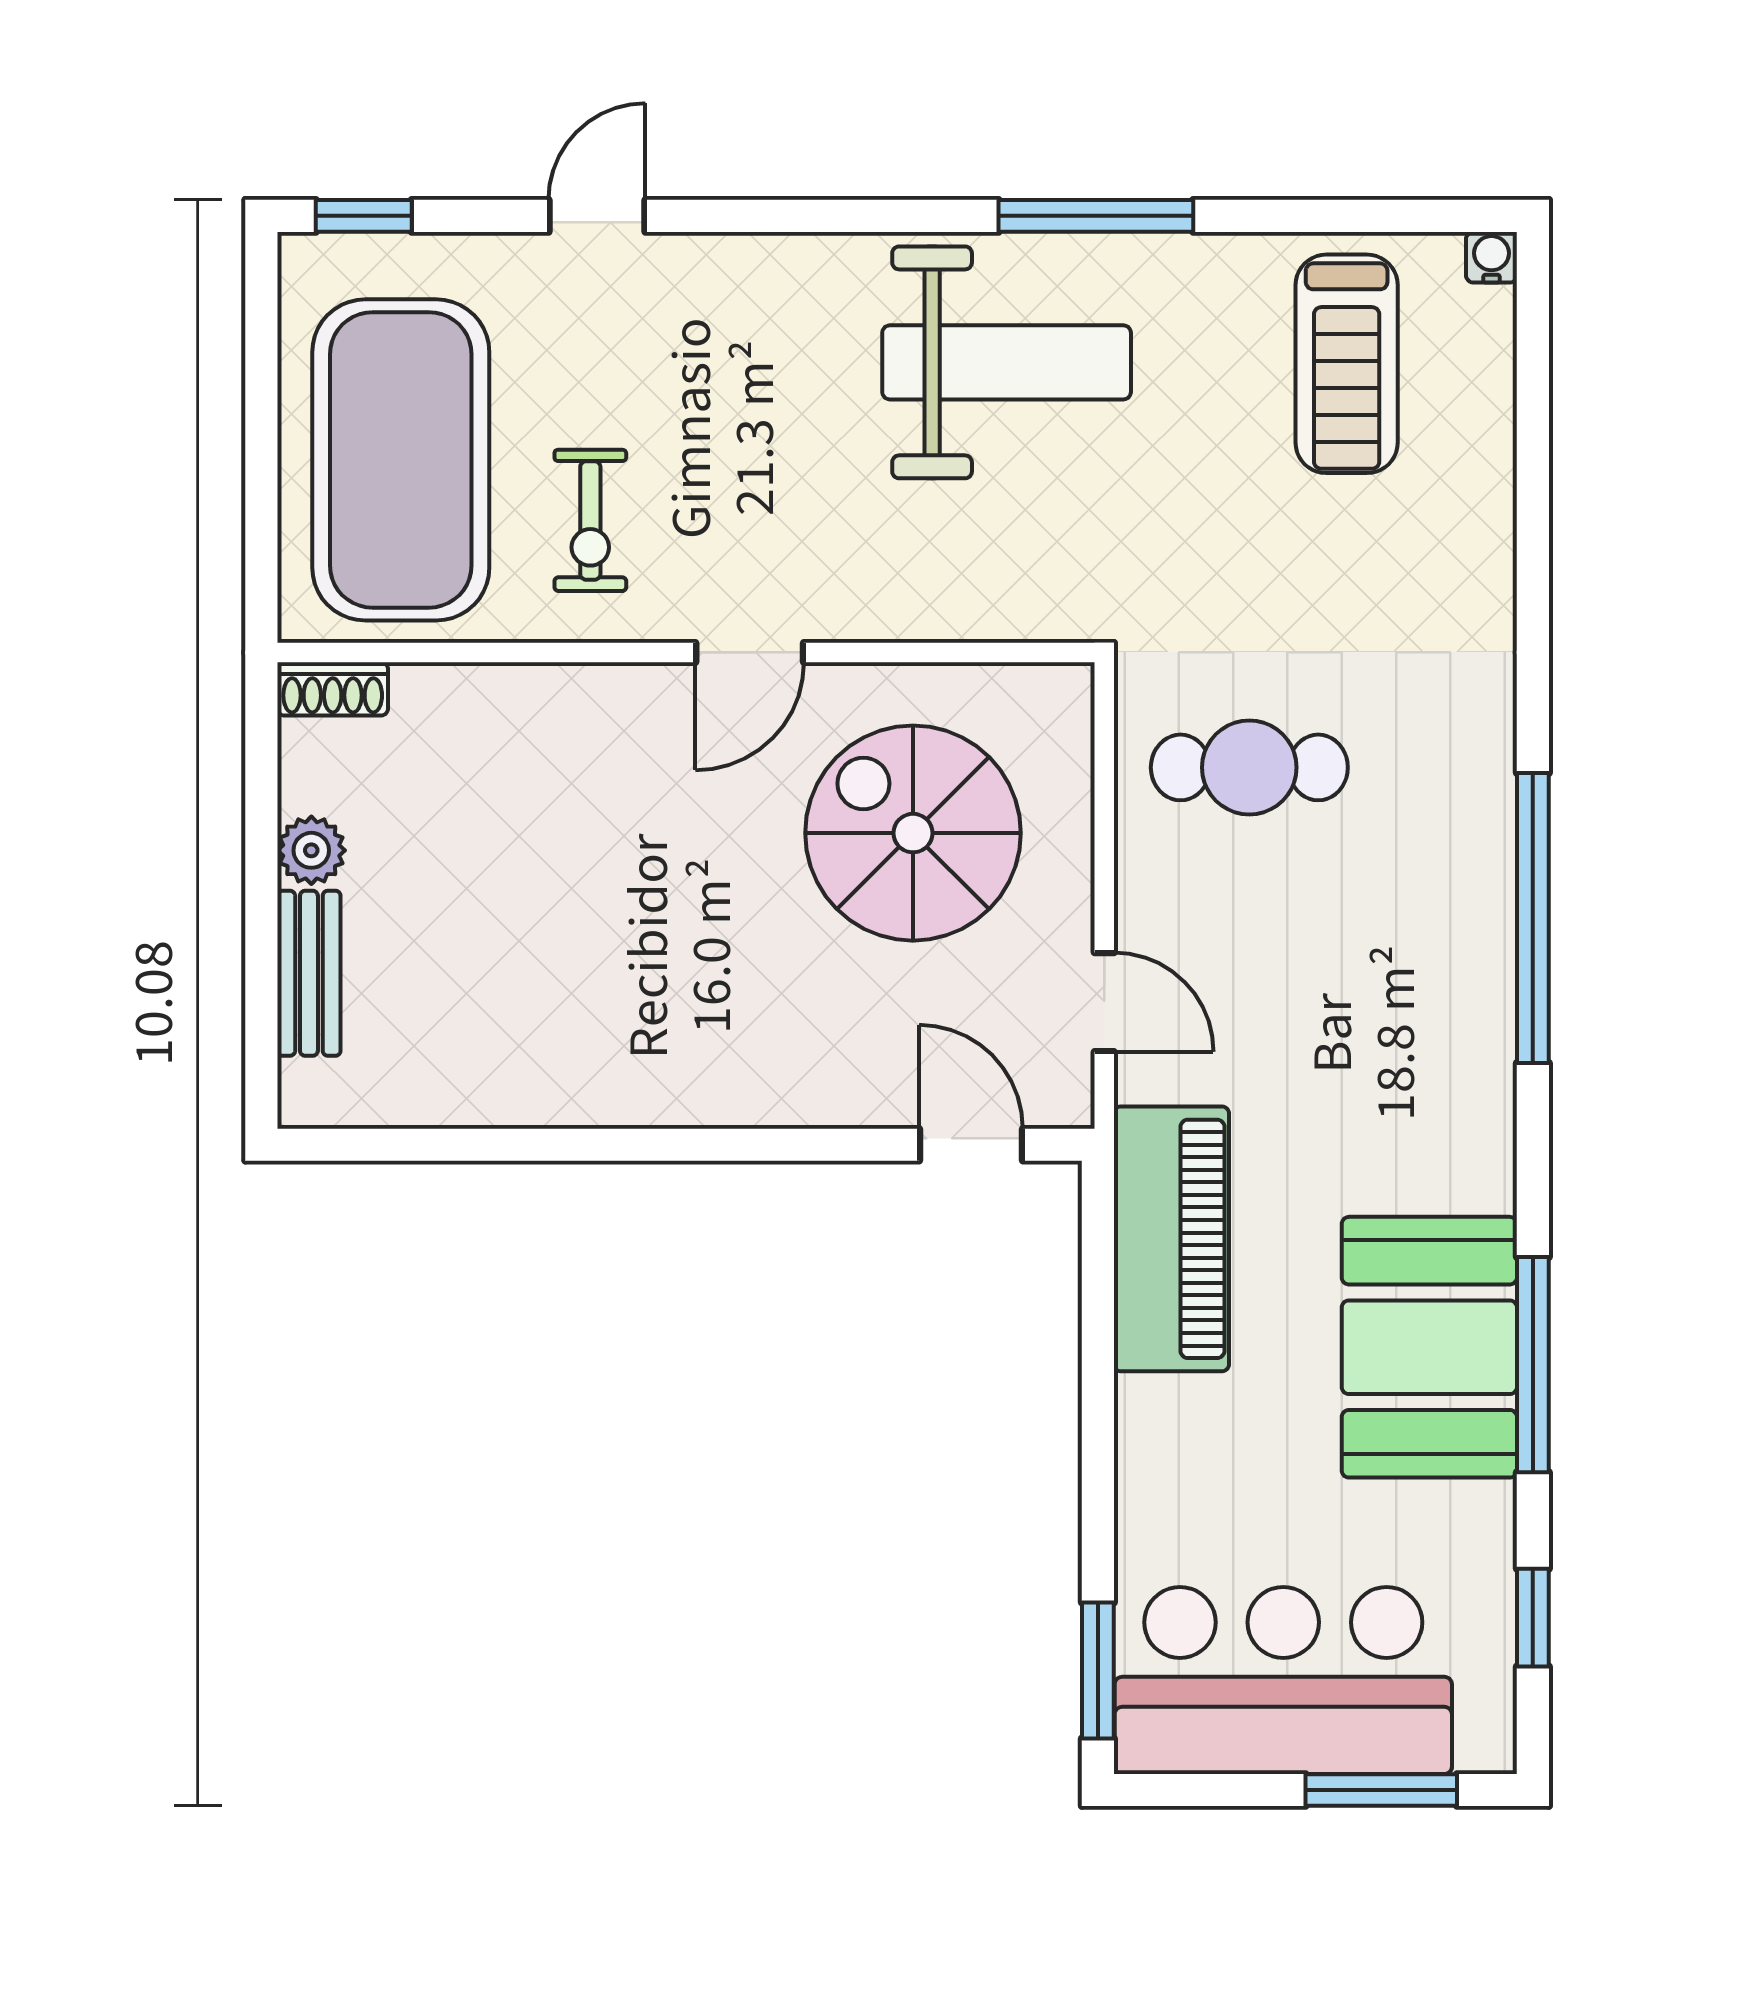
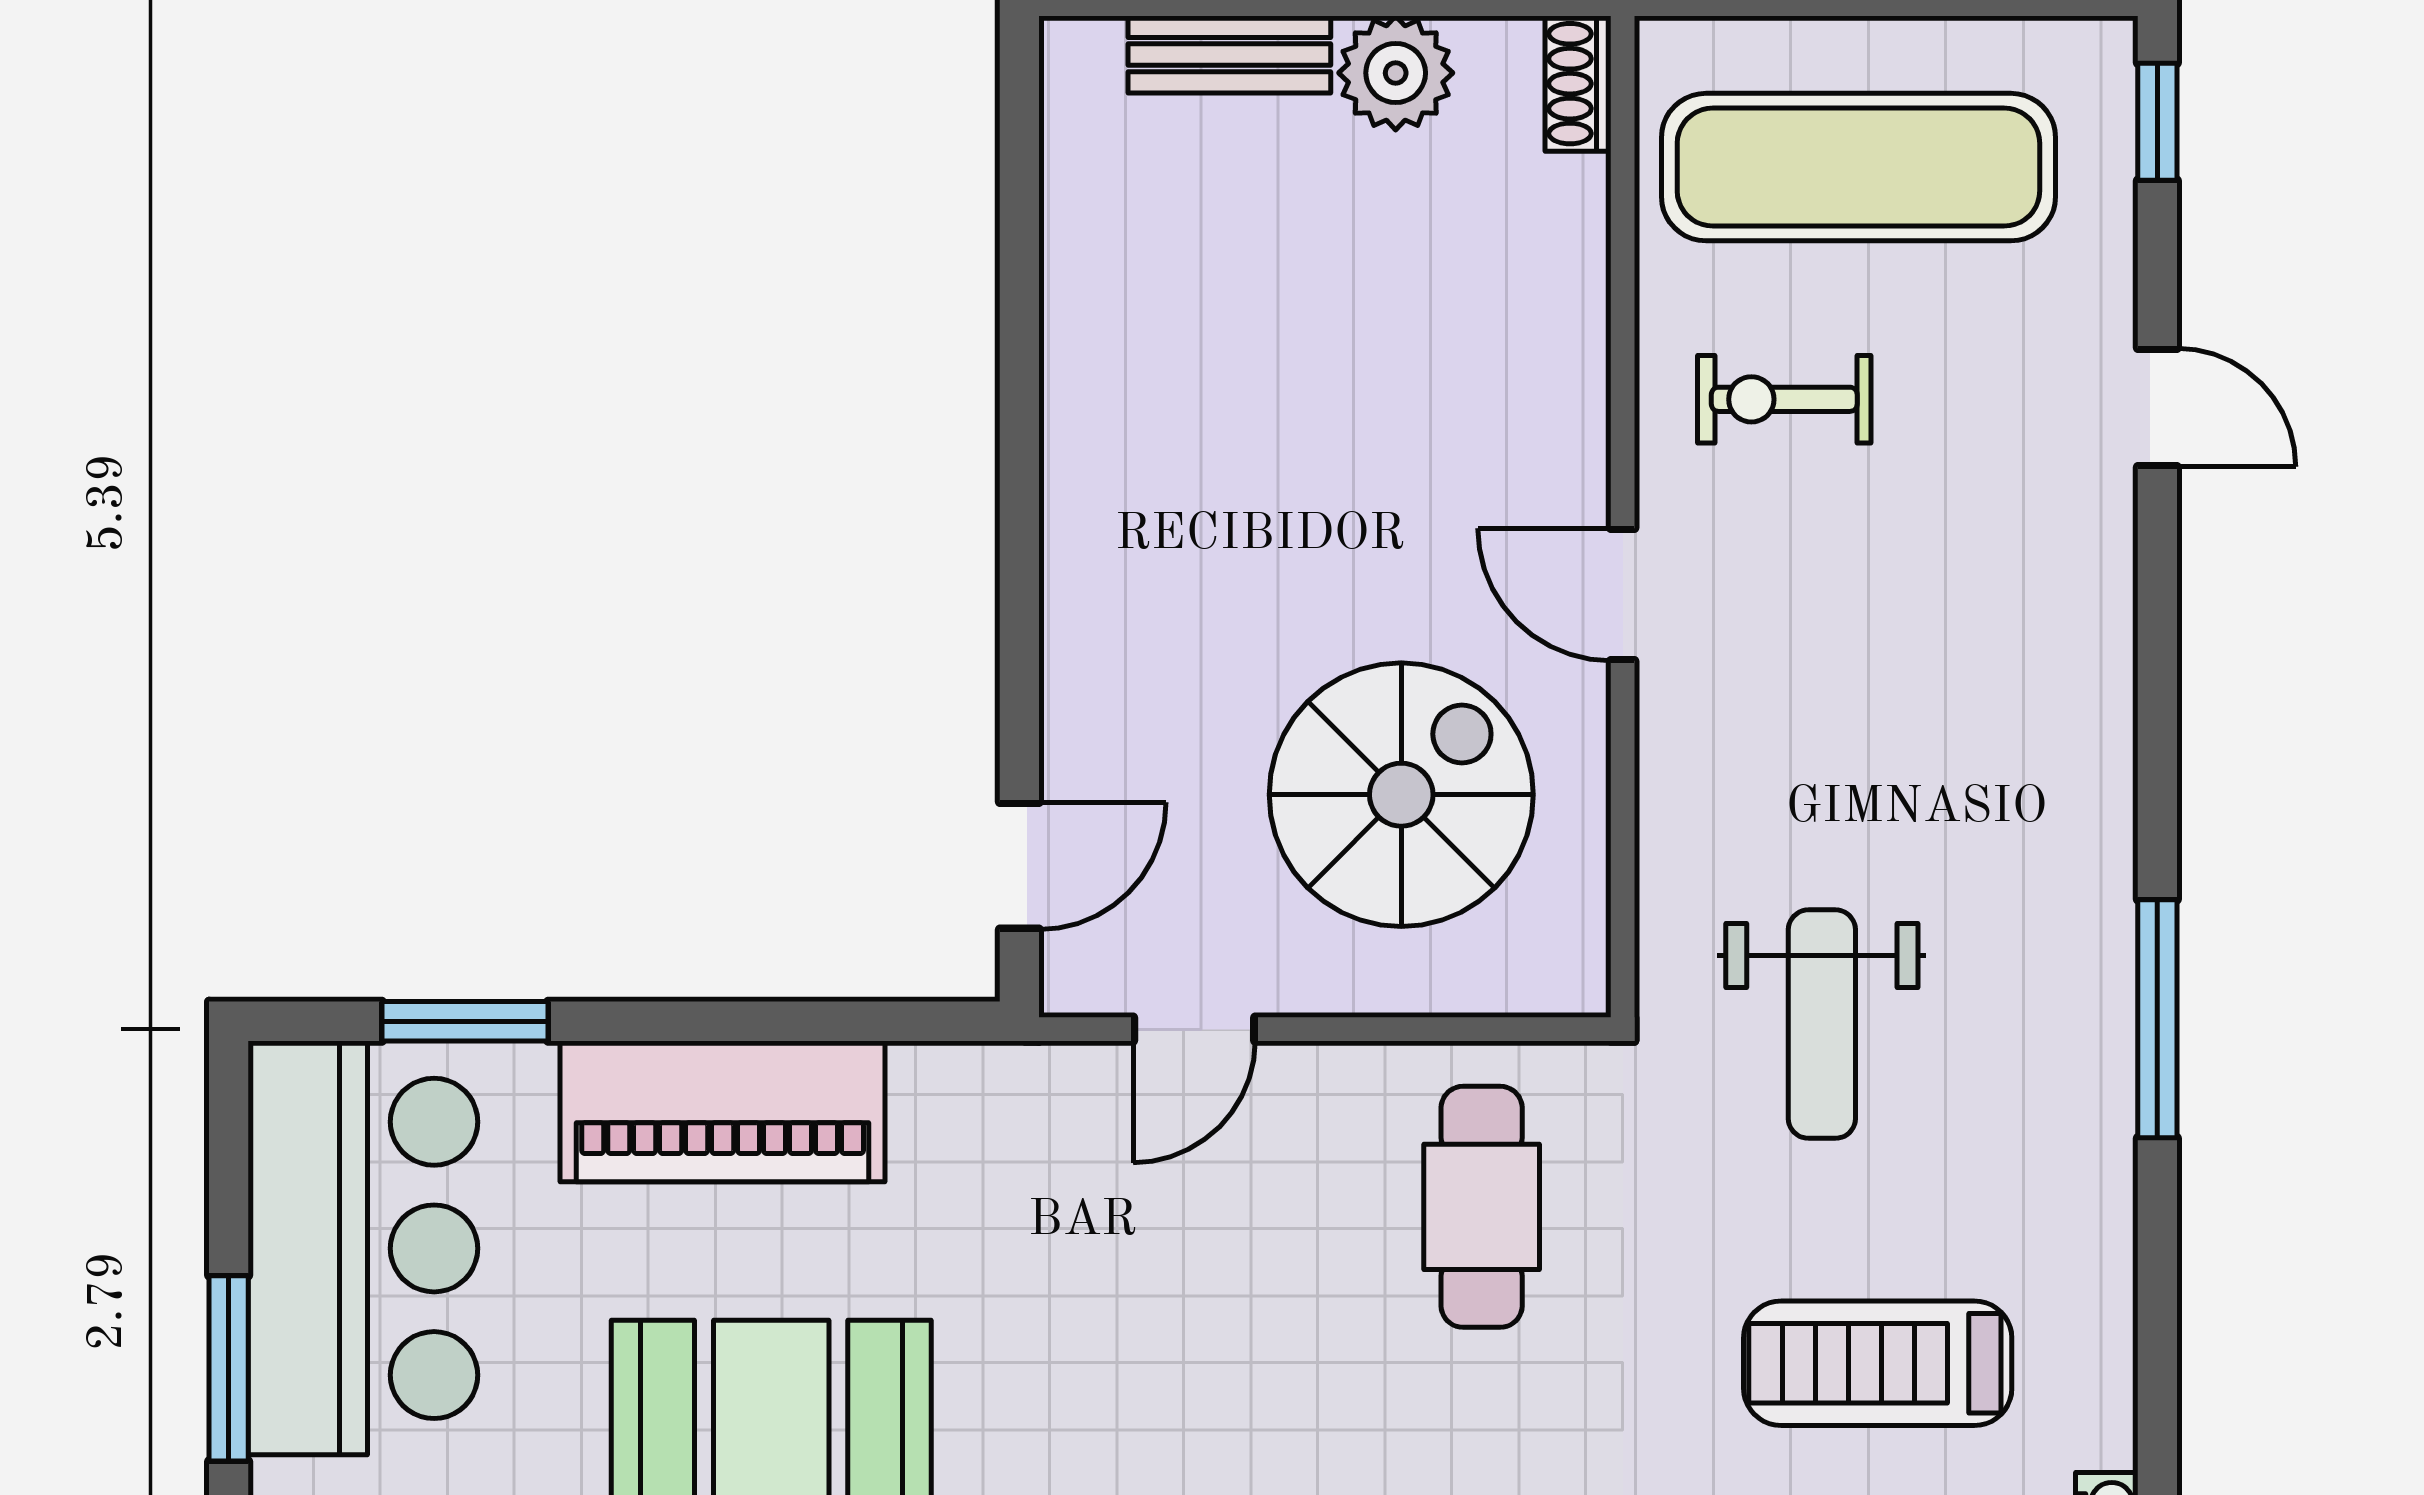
weight bench: (1007, 362) -> (1822, 1024), moved, width x0.73, depth x0.75
treadmill: (1347, 364) -> (1878, 1363), moved
exercise mat: (401, 460) -> (1858, 167), width x0.68
plant: (311, 850) -> (1396, 73), width x1.38, depth x1.38
piano: (1171, 1239) -> (723, 1111), moved
window: (1098, 1671) -> (465, 1021), moved

